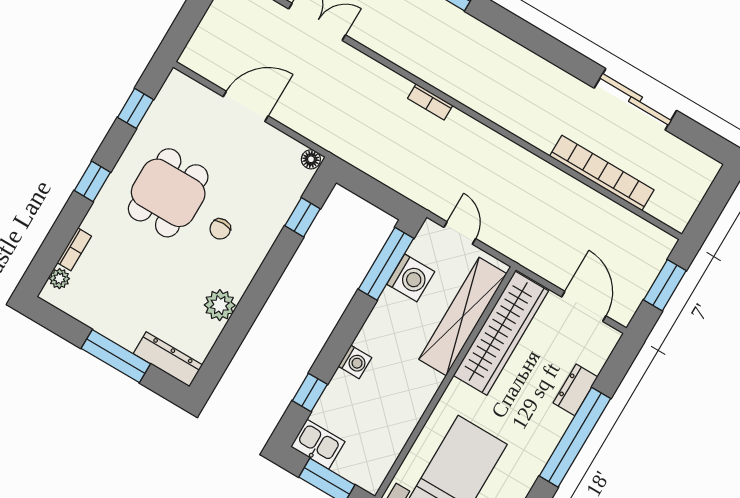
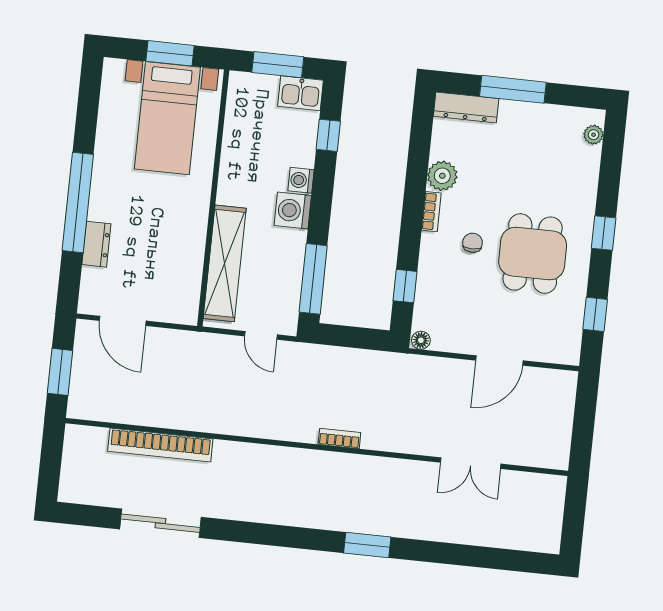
bookcase: (74, 249) -> (431, 212), moved, turned 180
washing machine: (411, 278) -> (293, 210), moved
wardrobe: (501, 333) -> (185, 264), removed

